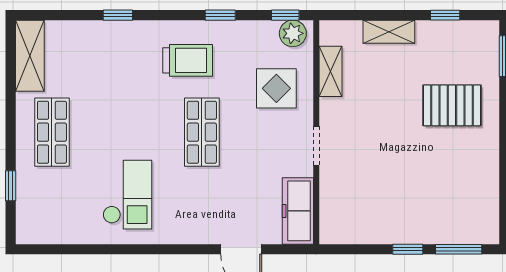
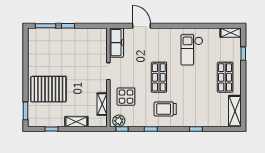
pallet: (452, 105) -> (48, 89), width x1.37, depth x1.41
shelving: (39, 234) -> (231, 33), added

